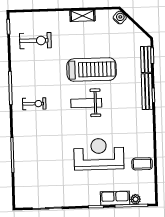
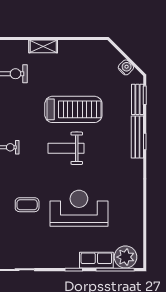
shelving: (83, 16) -> (43, 46), moved
water cooler: (120, 18) -> (126, 67), moved
coffee table: (142, 164) -> (27, 205), moved
plant: (136, 199) -> (125, 257), width x1.88, depth x1.88

